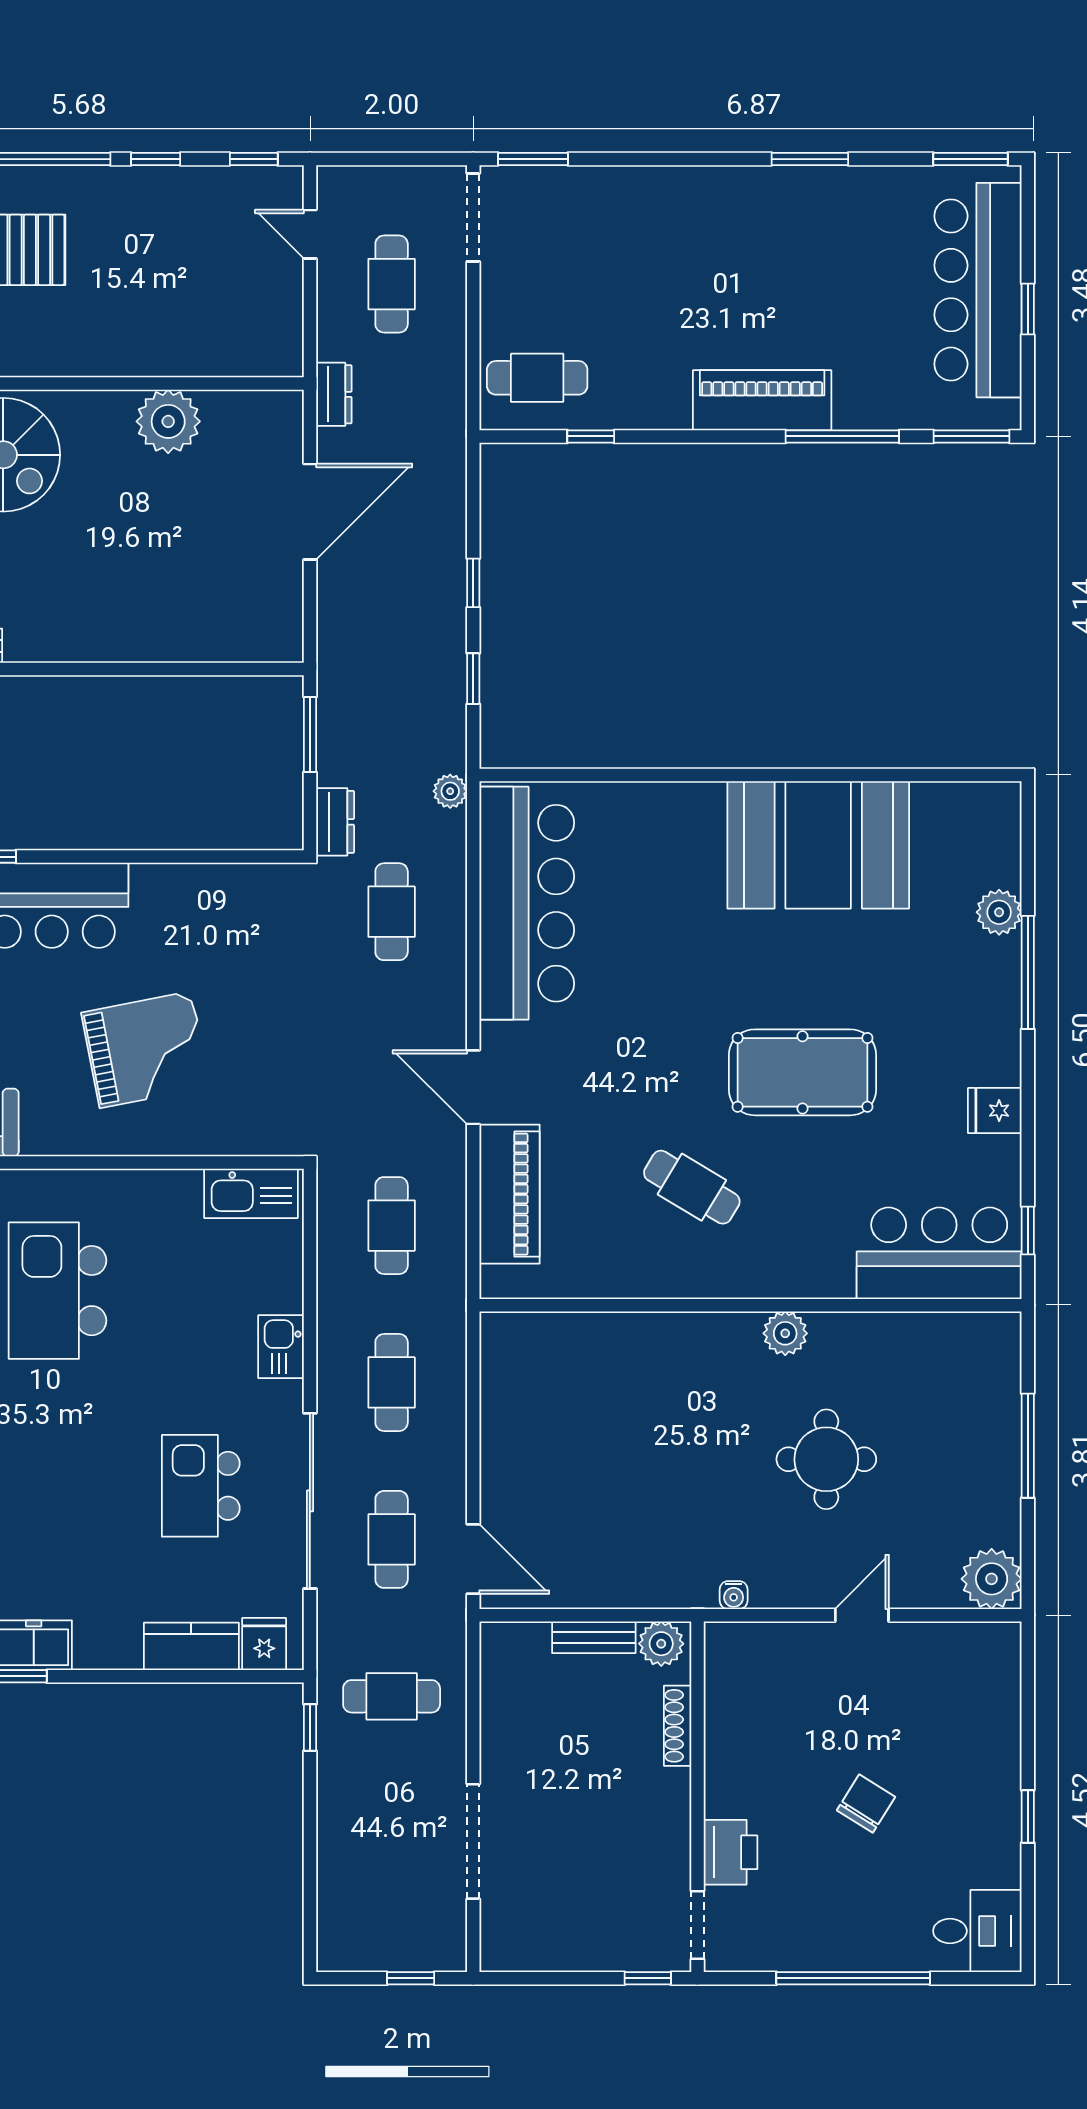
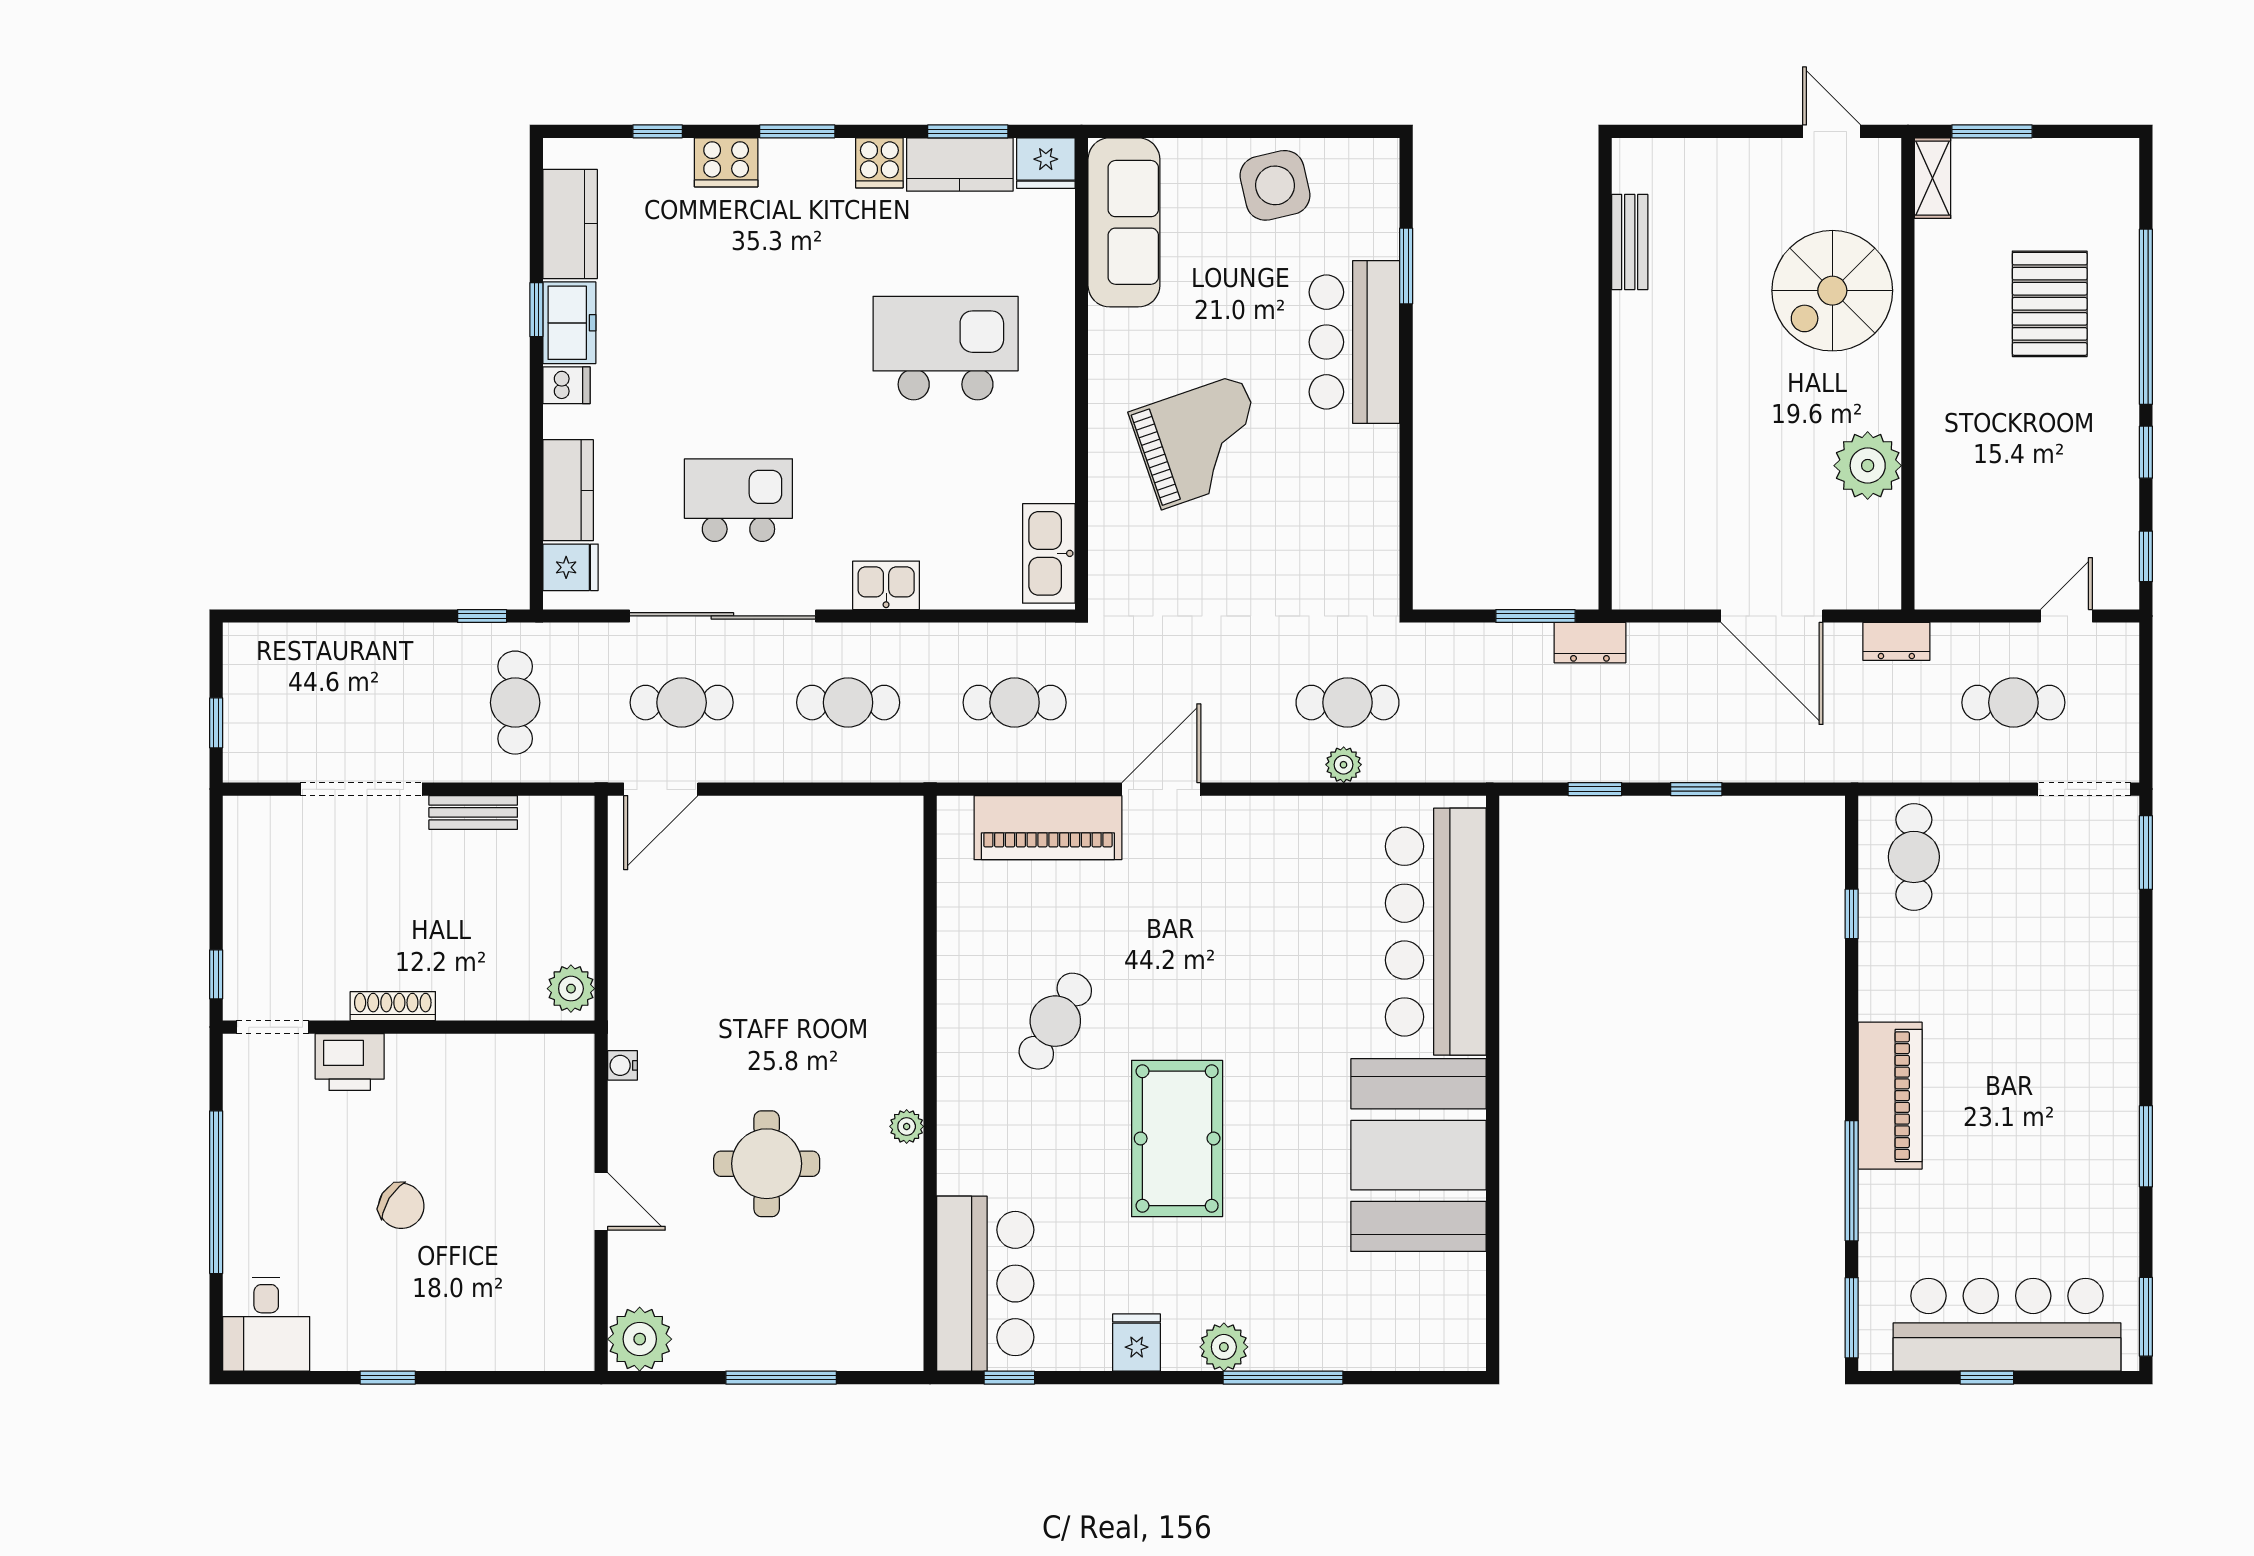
plant: (450, 791) -> (1344, 765), moved
dresser: (335, 822) -> (1590, 643), moved
bar counter: (527, 903) -> (1436, 932), moved, turned 90
plant: (999, 912) -> (1224, 1347), moved
grand piano: (146, 1050) -> (1201, 442), turned -98
plant: (785, 1333) -> (907, 1126), width x0.73, depth x0.73
bench: (594, 1637) -> (473, 812), moved, turned 90
dishwasher: (93, 1648) -> (566, 385), added
shoe rack: (678, 1726) -> (393, 1006), moved

